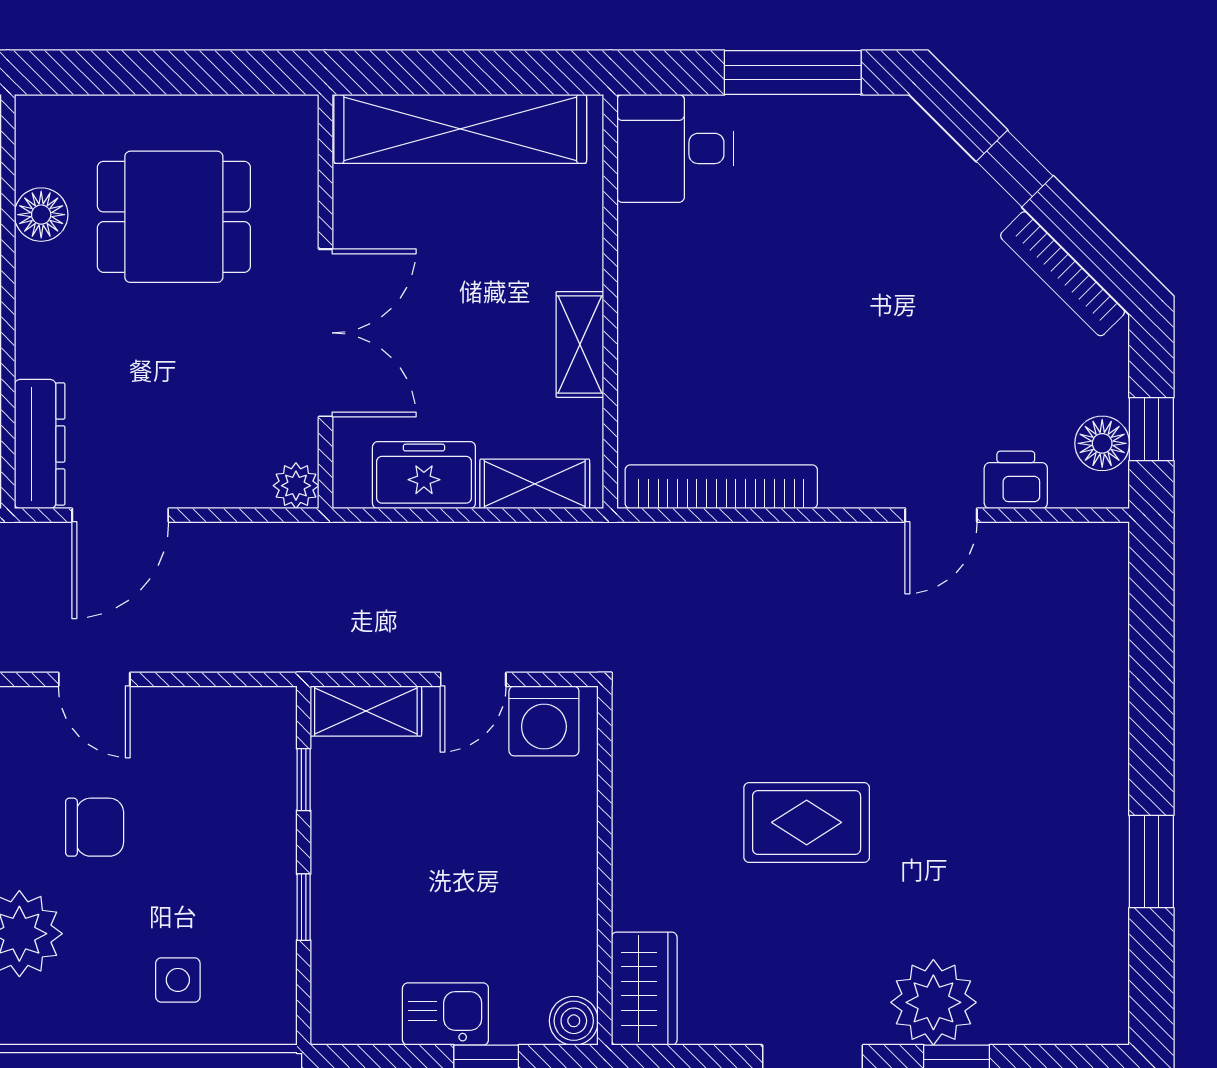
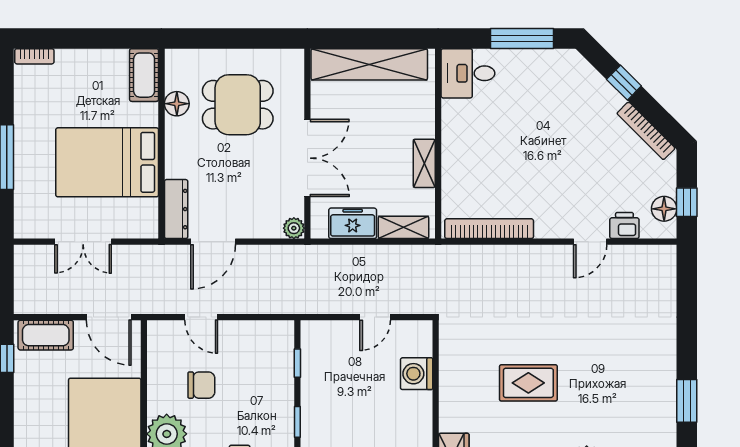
shelving: (366, 711) -> (326, 332), removed
washing machine: (544, 721) -> (417, 374), moved, turned 90

